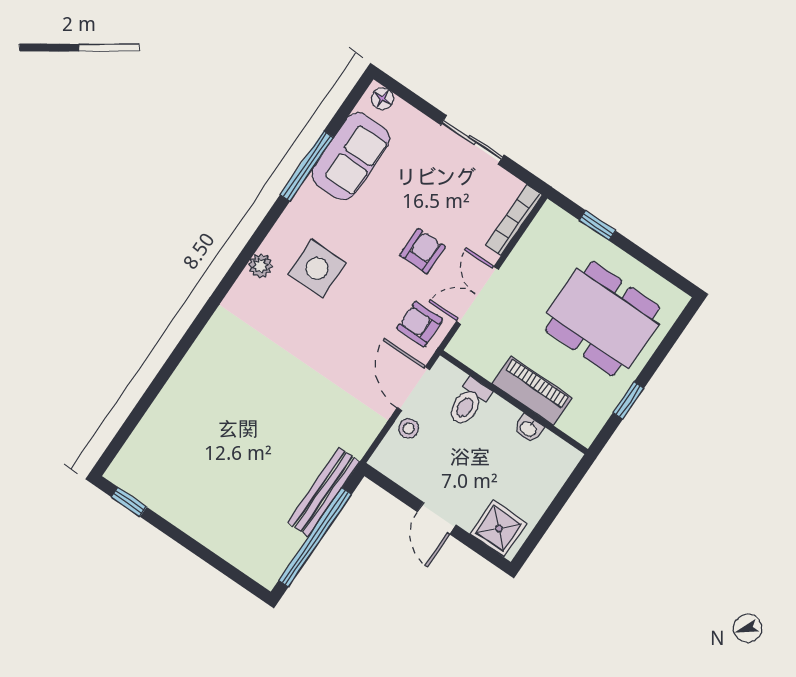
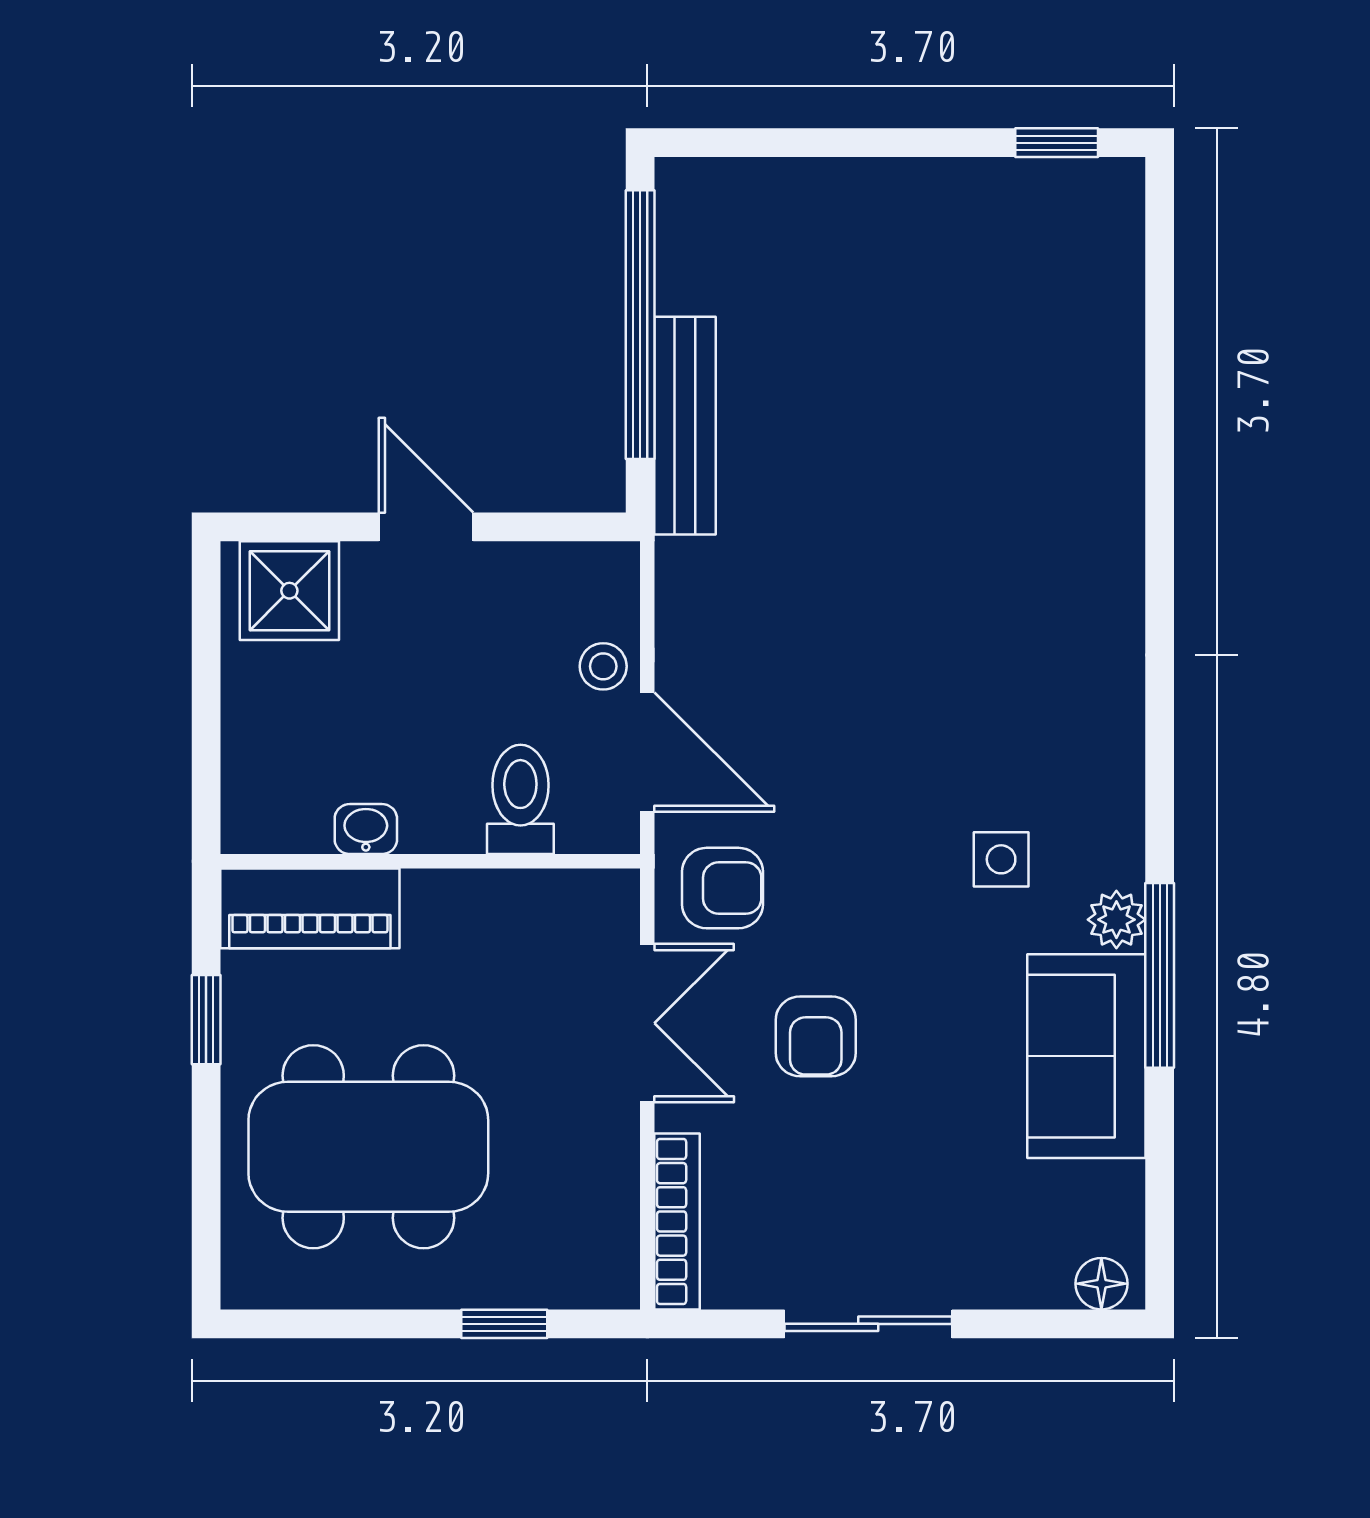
sofa: (351, 156) -> (1086, 1056), moved
window: (307, 166) -> (1160, 975), moved
plant: (260, 266) -> (1116, 920), moved
side table: (317, 268) -> (1001, 859), width x0.54, depth x0.54
piano: (532, 391) -> (310, 908), moved

